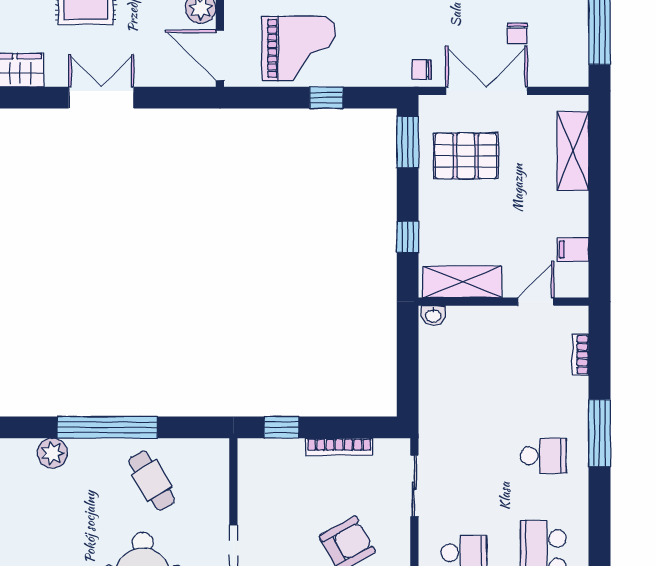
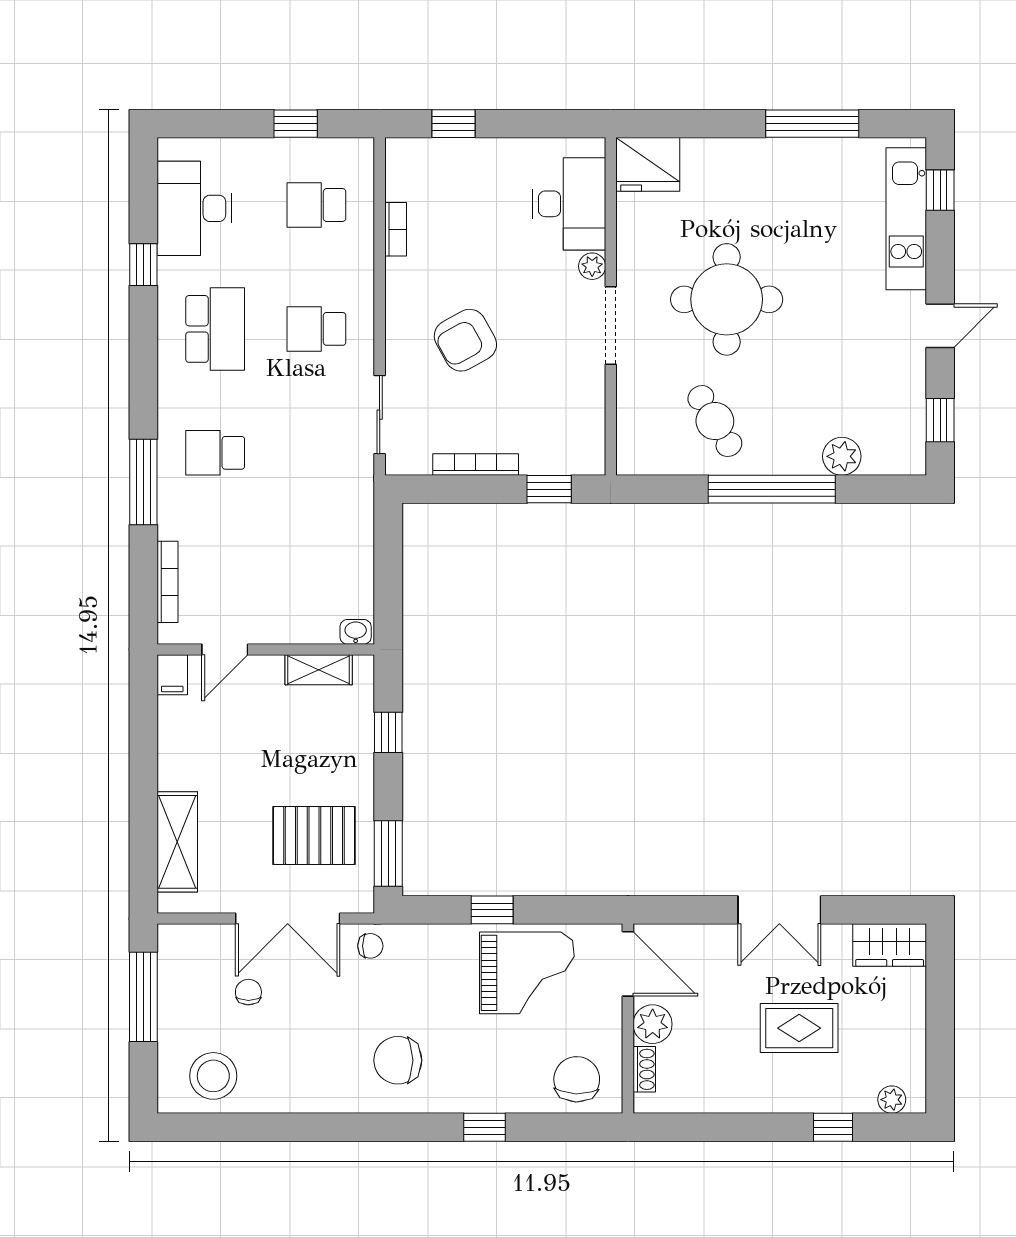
grand piano: (299, 48) -> (527, 973), turned 180
filing cabinet: (573, 249) -> (172, 675), moved, turned 90
shelving: (462, 282) -> (319, 670), width x0.67, depth x0.75
bookcase: (581, 355) -> (168, 582), width x1.56

